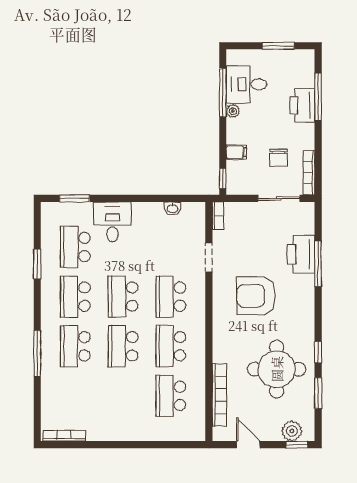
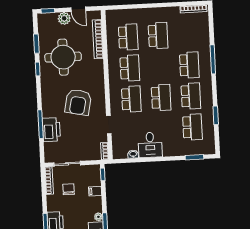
desk: (112, 222) -> (150, 145), moved
armchair: (256, 296) -> (78, 102), turned 102
school desk: (123, 346) -> (158, 36), moved
plant: (292, 431) -> (64, 18), moved

